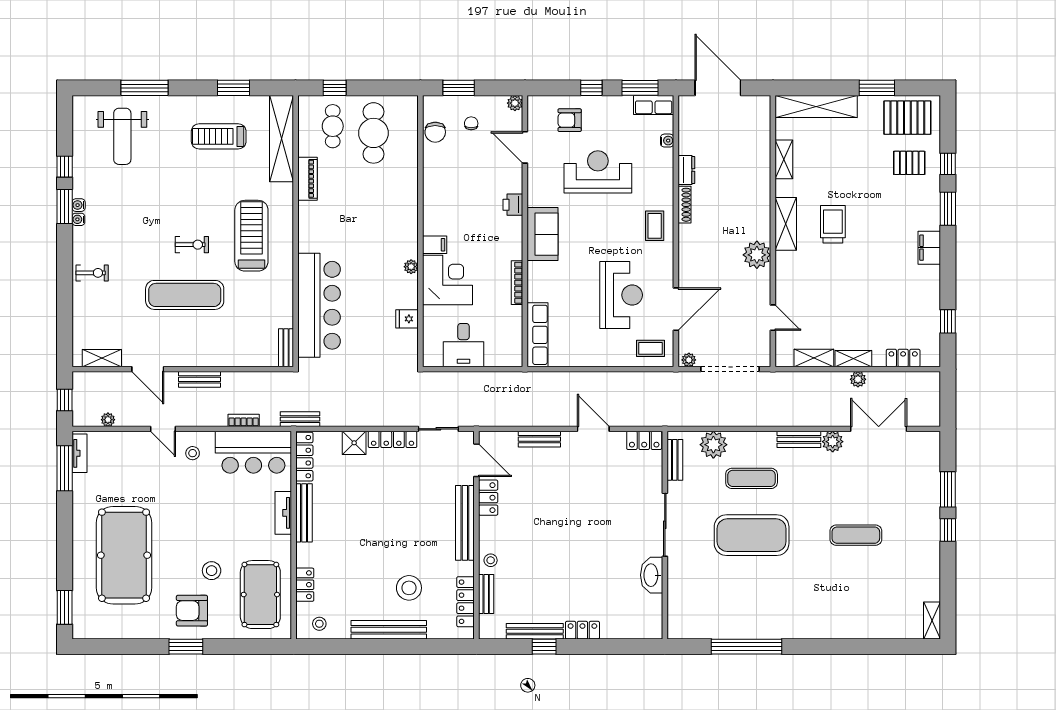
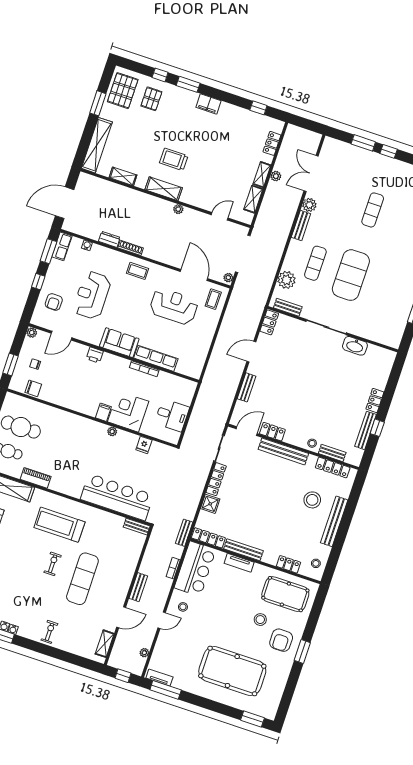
plant: (757, 255) -> (178, 209), width x0.53, depth x0.53
row of seats: (538, 335) -> (156, 358), moved

